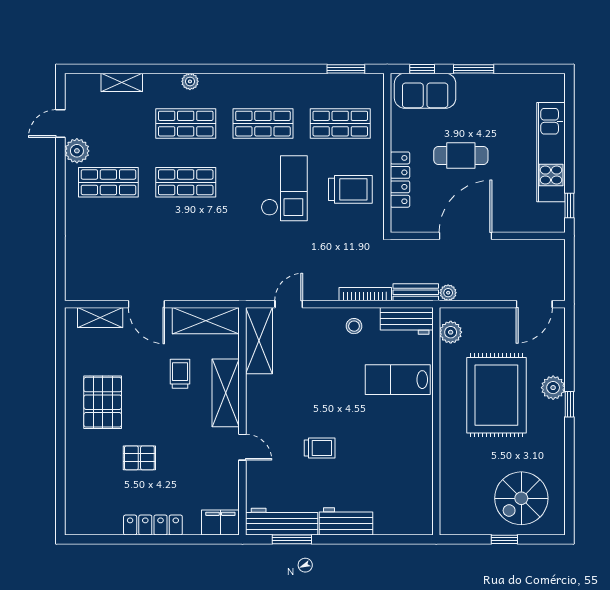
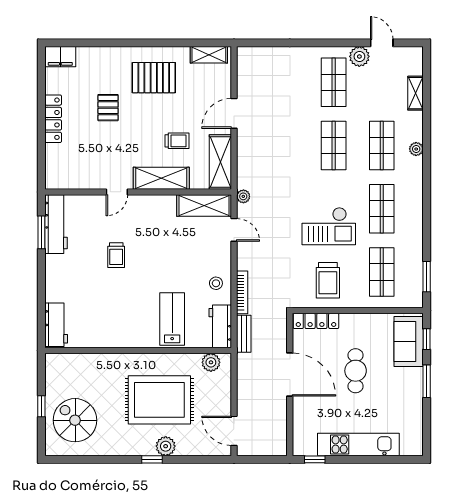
locker: (400, 180) -> (316, 321), moved
plant: (448, 293) -> (243, 196), moved
shelving: (100, 317) -> (209, 55), moved, turned 90
workbench: (346, 521) -> (56, 325), moved
filing cabinet: (220, 523) -> (60, 57), moved, turned 90

